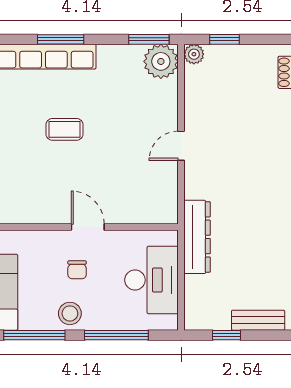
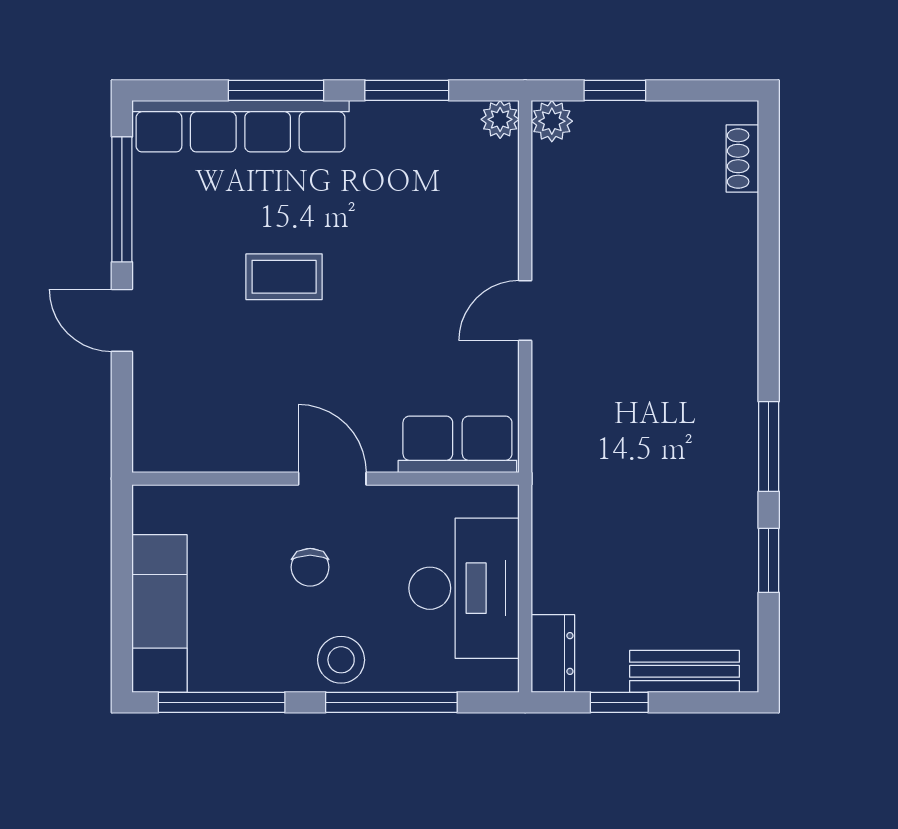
window: (149, 39) -> (407, 90), moved
plant: (161, 61) -> (500, 119), width x0.53, depth x0.53
row of seats: (148, 210) -> (457, 444), added
dresser: (197, 237) -> (553, 654), moved, width x0.51, depth x0.80
stool: (70, 313) -> (341, 660), moved

